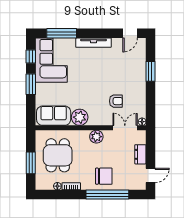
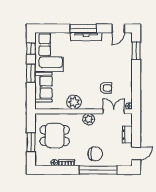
window: (62, 33) -> (83, 28), moved
window: (150, 71) -> (136, 51), moved
sofa: (54, 116) -> (44, 87), moved, turned 90
dining table: (58, 155) -> (55, 136), turned 90

